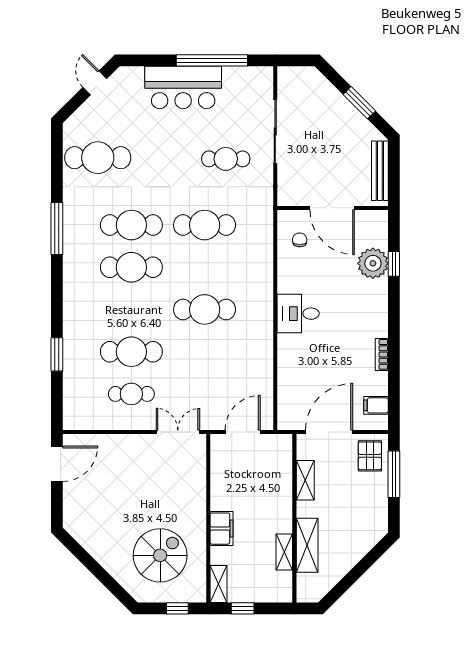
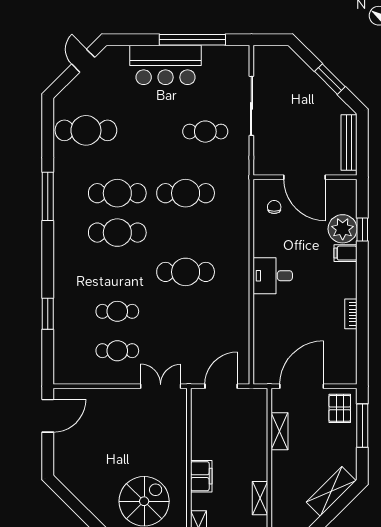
cafe table: (131, 352) -> (117, 311), width x0.73, depth x0.74
filing cabinet: (376, 405) -> (346, 253), moved
shelving: (307, 545) -> (331, 491), moved, turned 45

